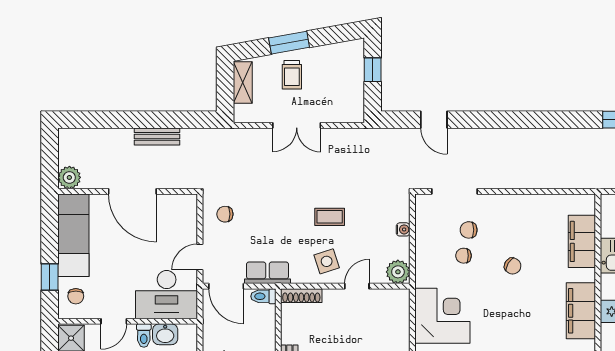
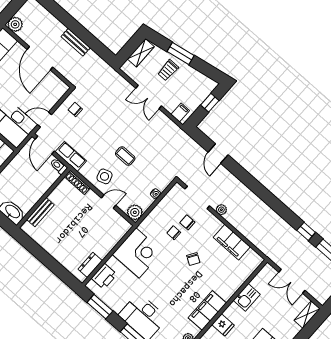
filing cabinet: (349, 111) -> (180, 113), added
plant: (495, 181) -> (221, 210), added
filing cabinet: (582, 241) -> (232, 242), moved, turned -90

